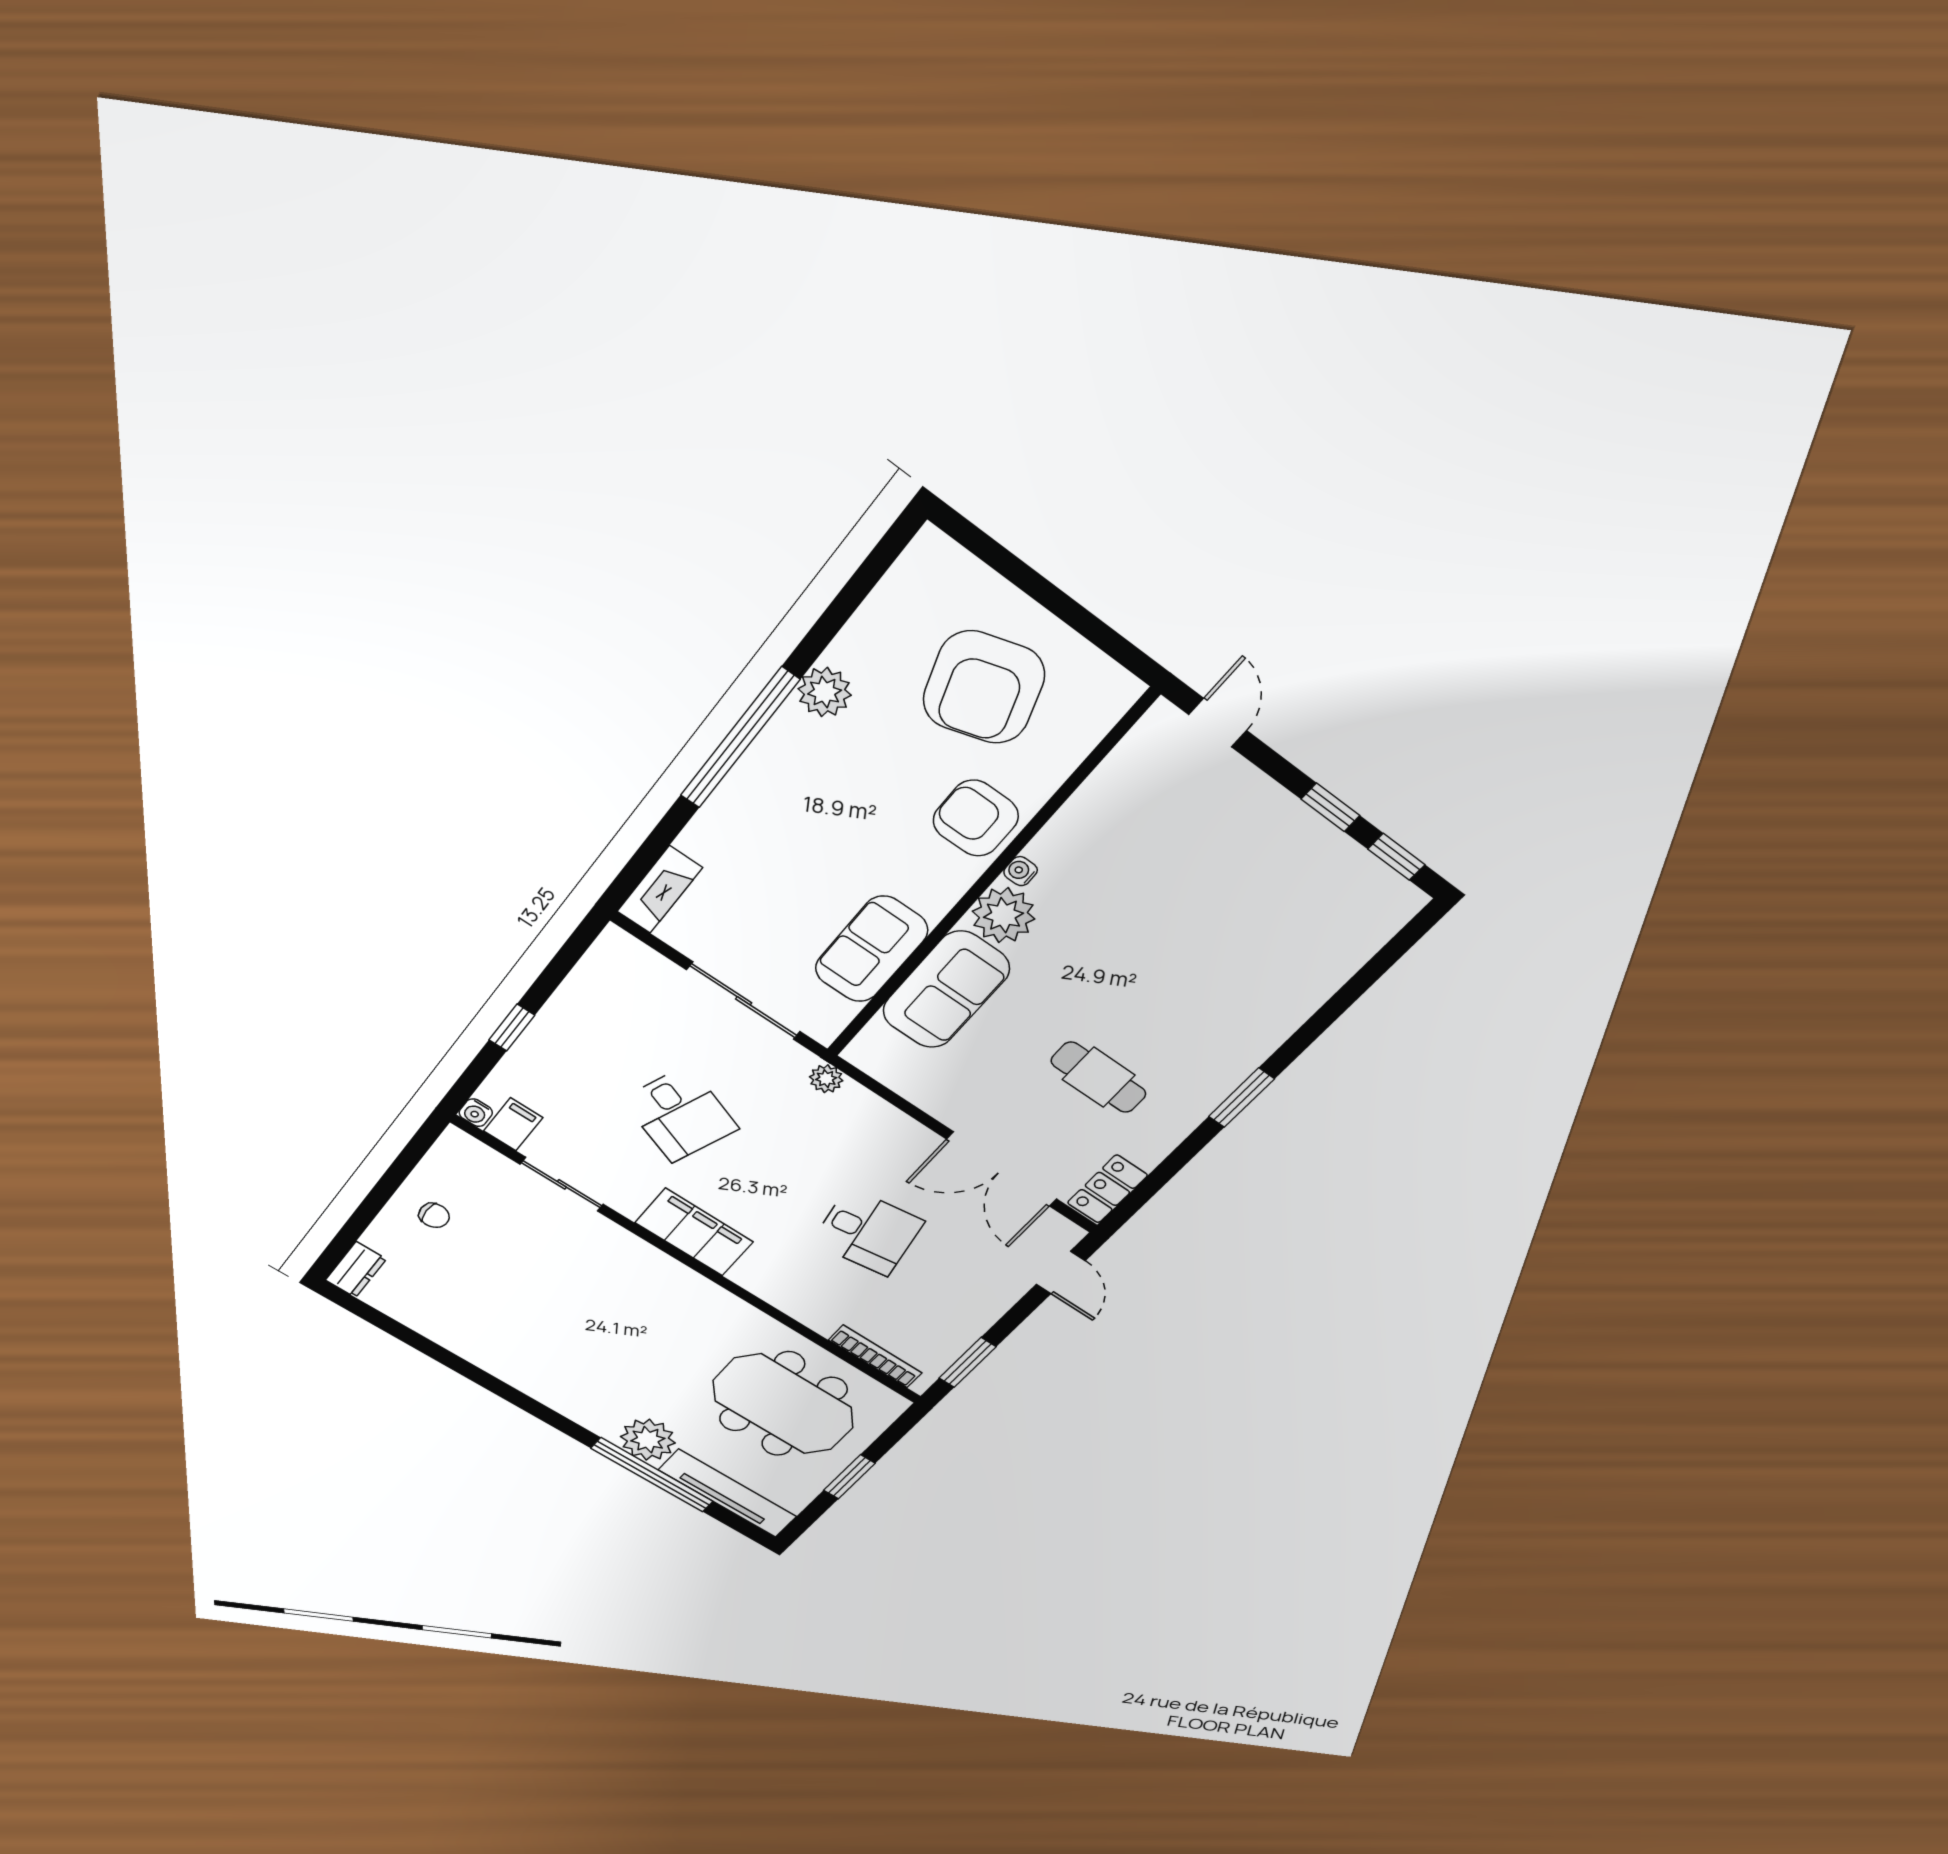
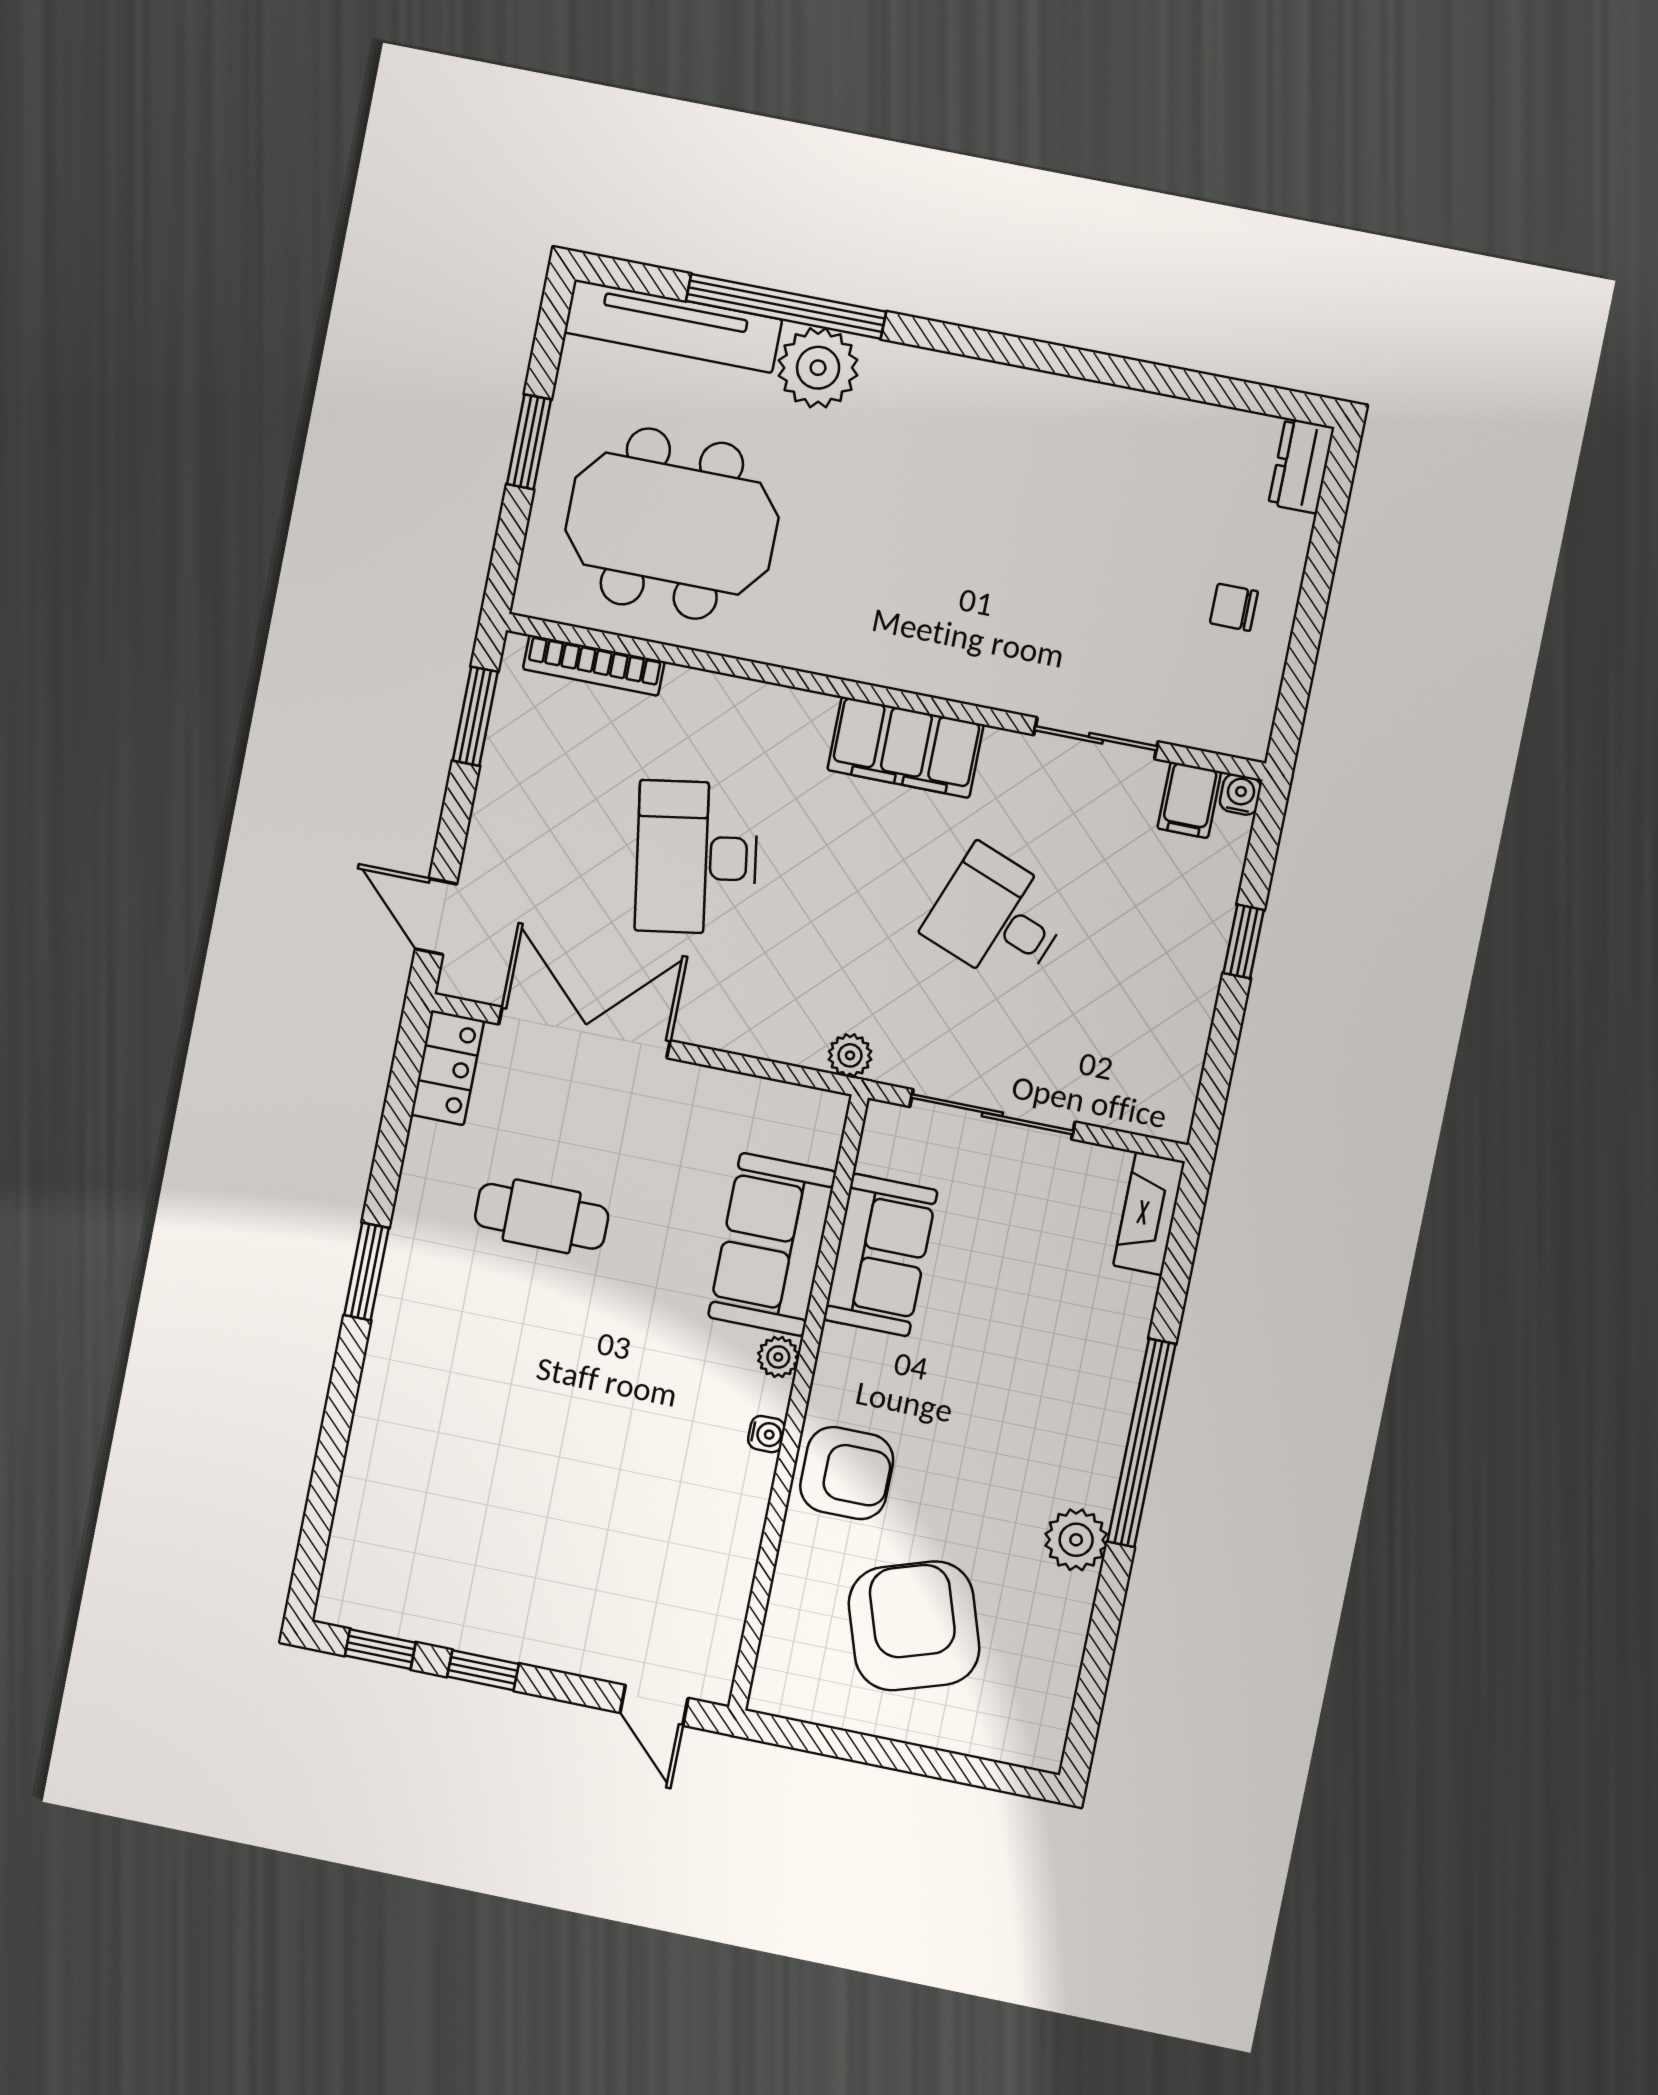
plant: (1003, 915) -> (778, 1357), width x0.53, depth x0.53
desk: (868, 1232) -> (696, 857), width x1.37

